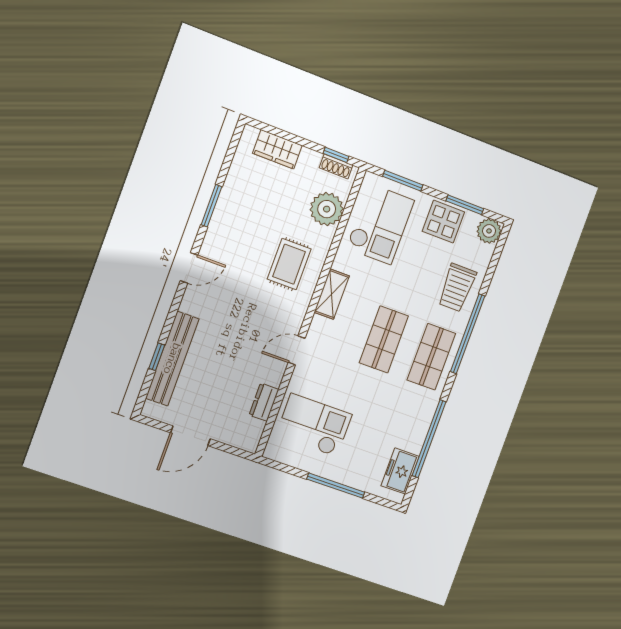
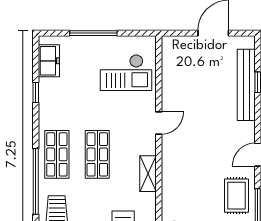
rug: (289, 264) -> (236, 196), moved
dresser: (264, 402) -> (169, 77), removed
window: (429, 439) -> (36, 93), width x0.32

